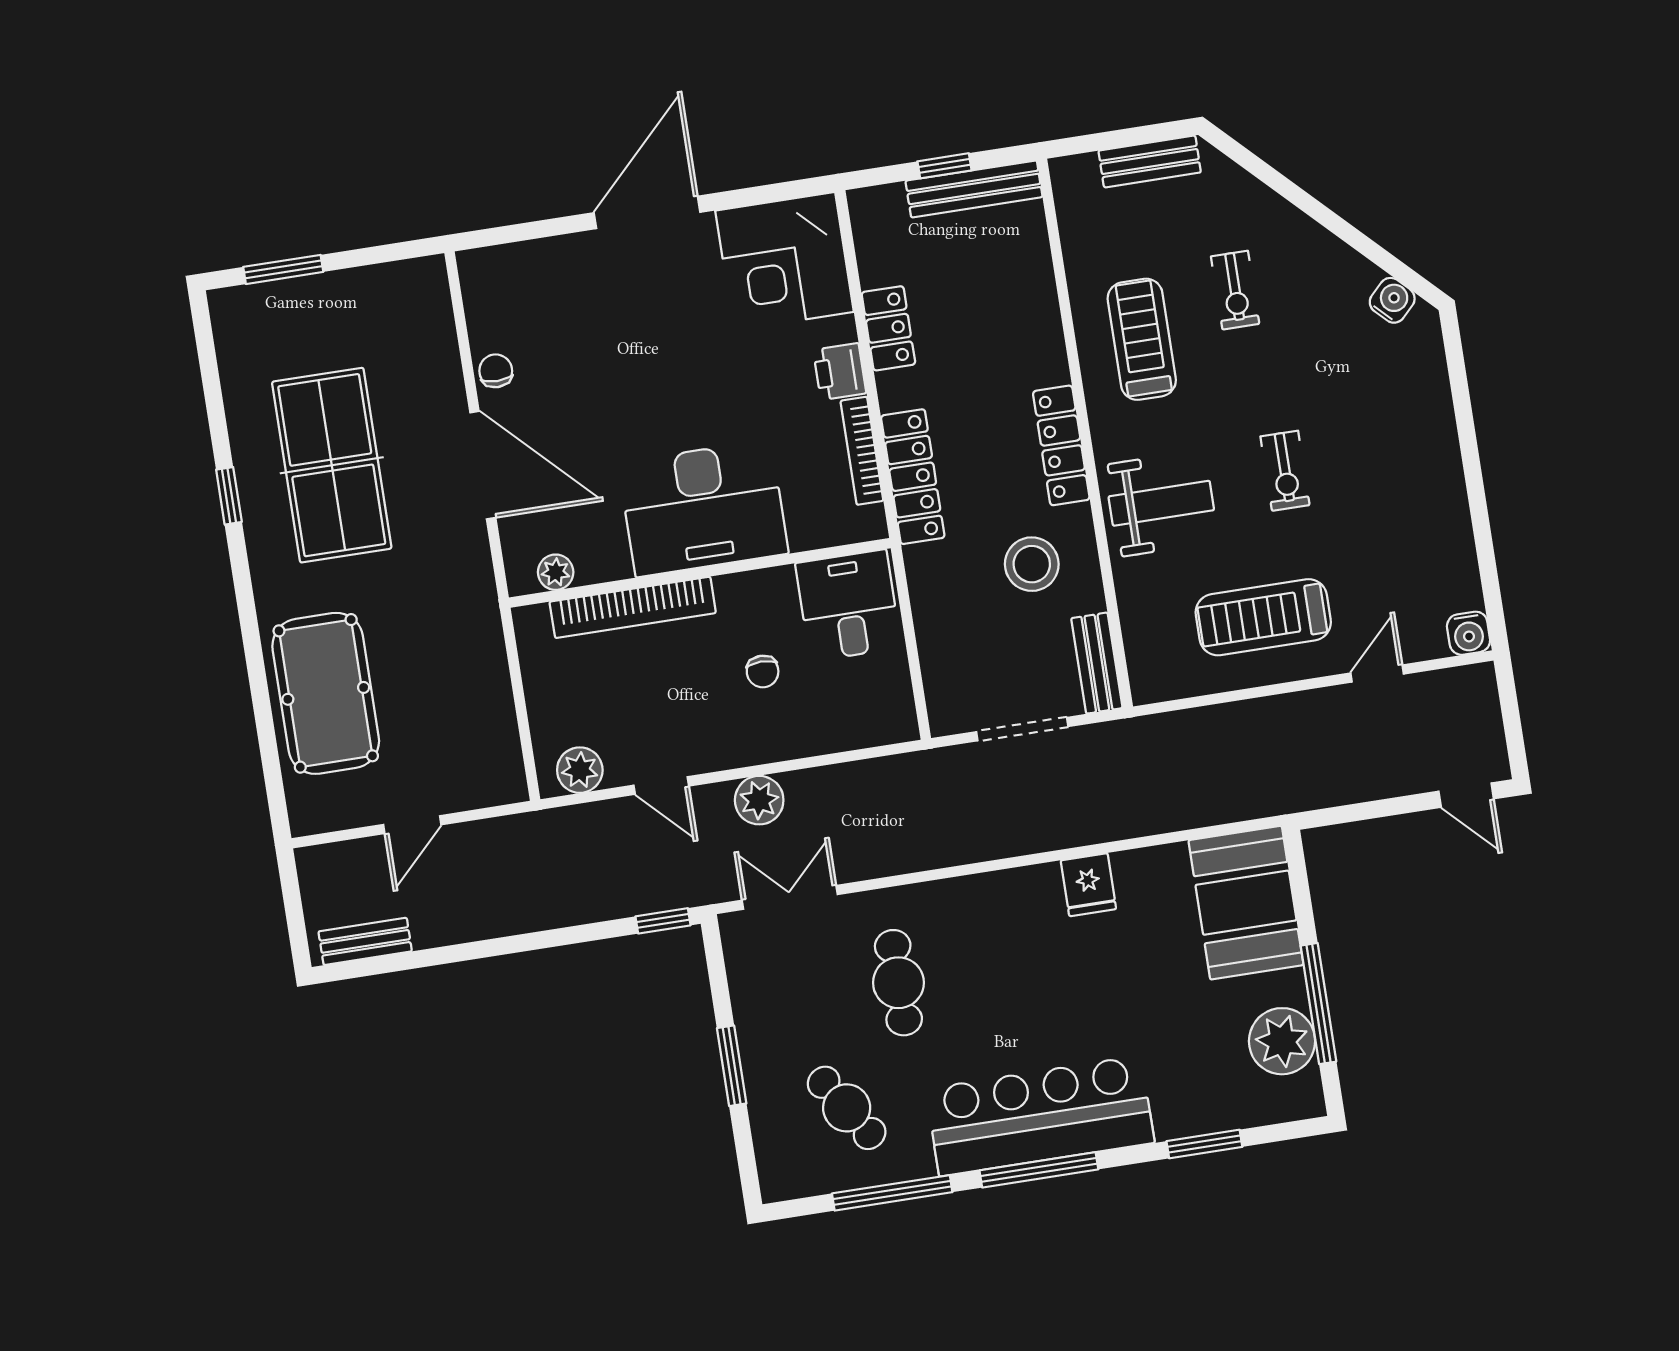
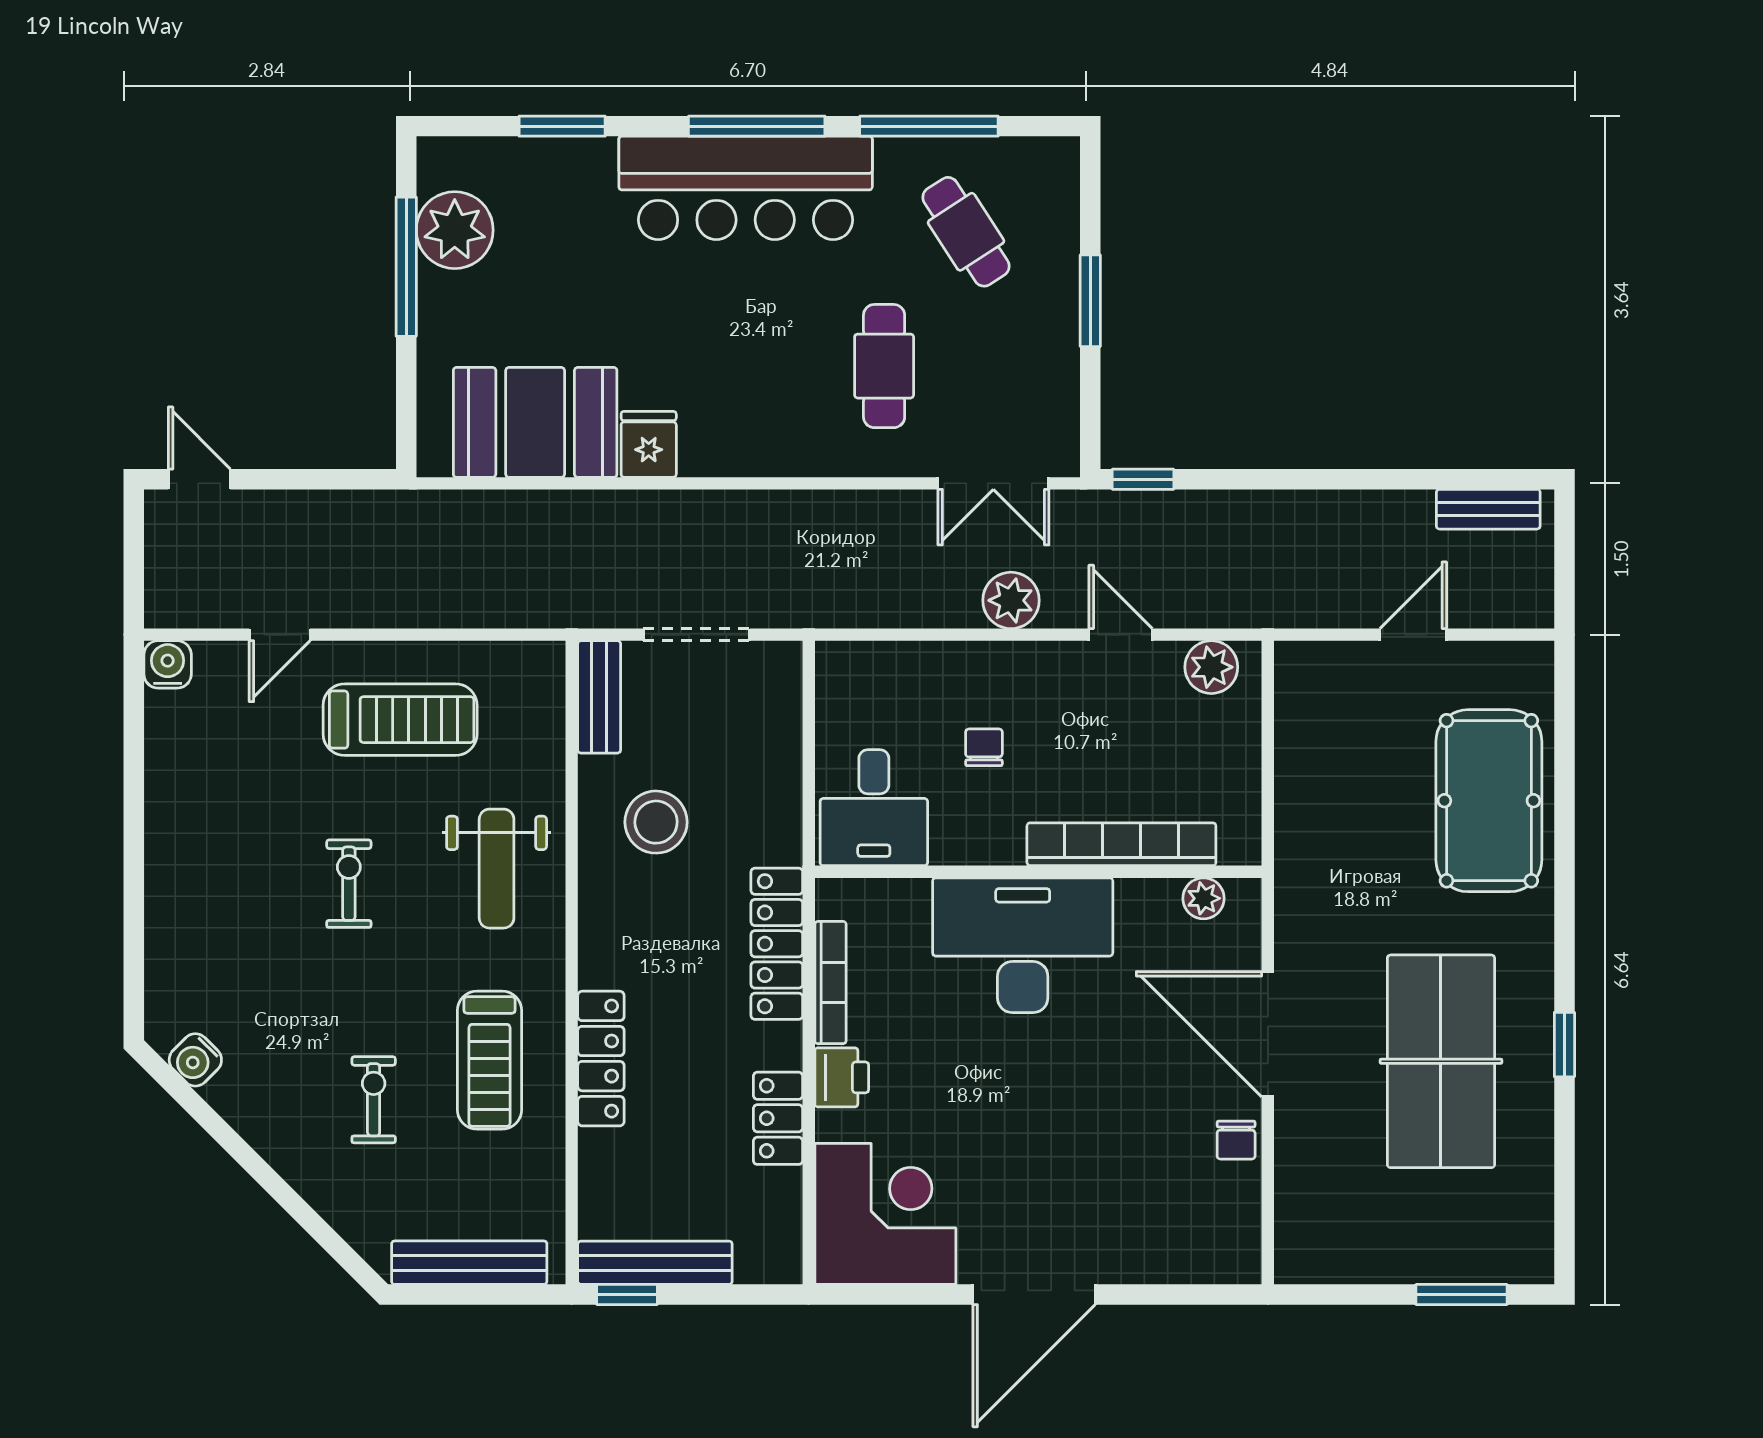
bench: (1150, 162) -> (469, 1263), width x1.36
window: (945, 166) -> (627, 1294), moved
locker: (1061, 445) -> (601, 1059), moved
weight bench: (1161, 503) -> (497, 869), turned -90
booth: (1246, 903) -> (535, 422), moved, turned 90

